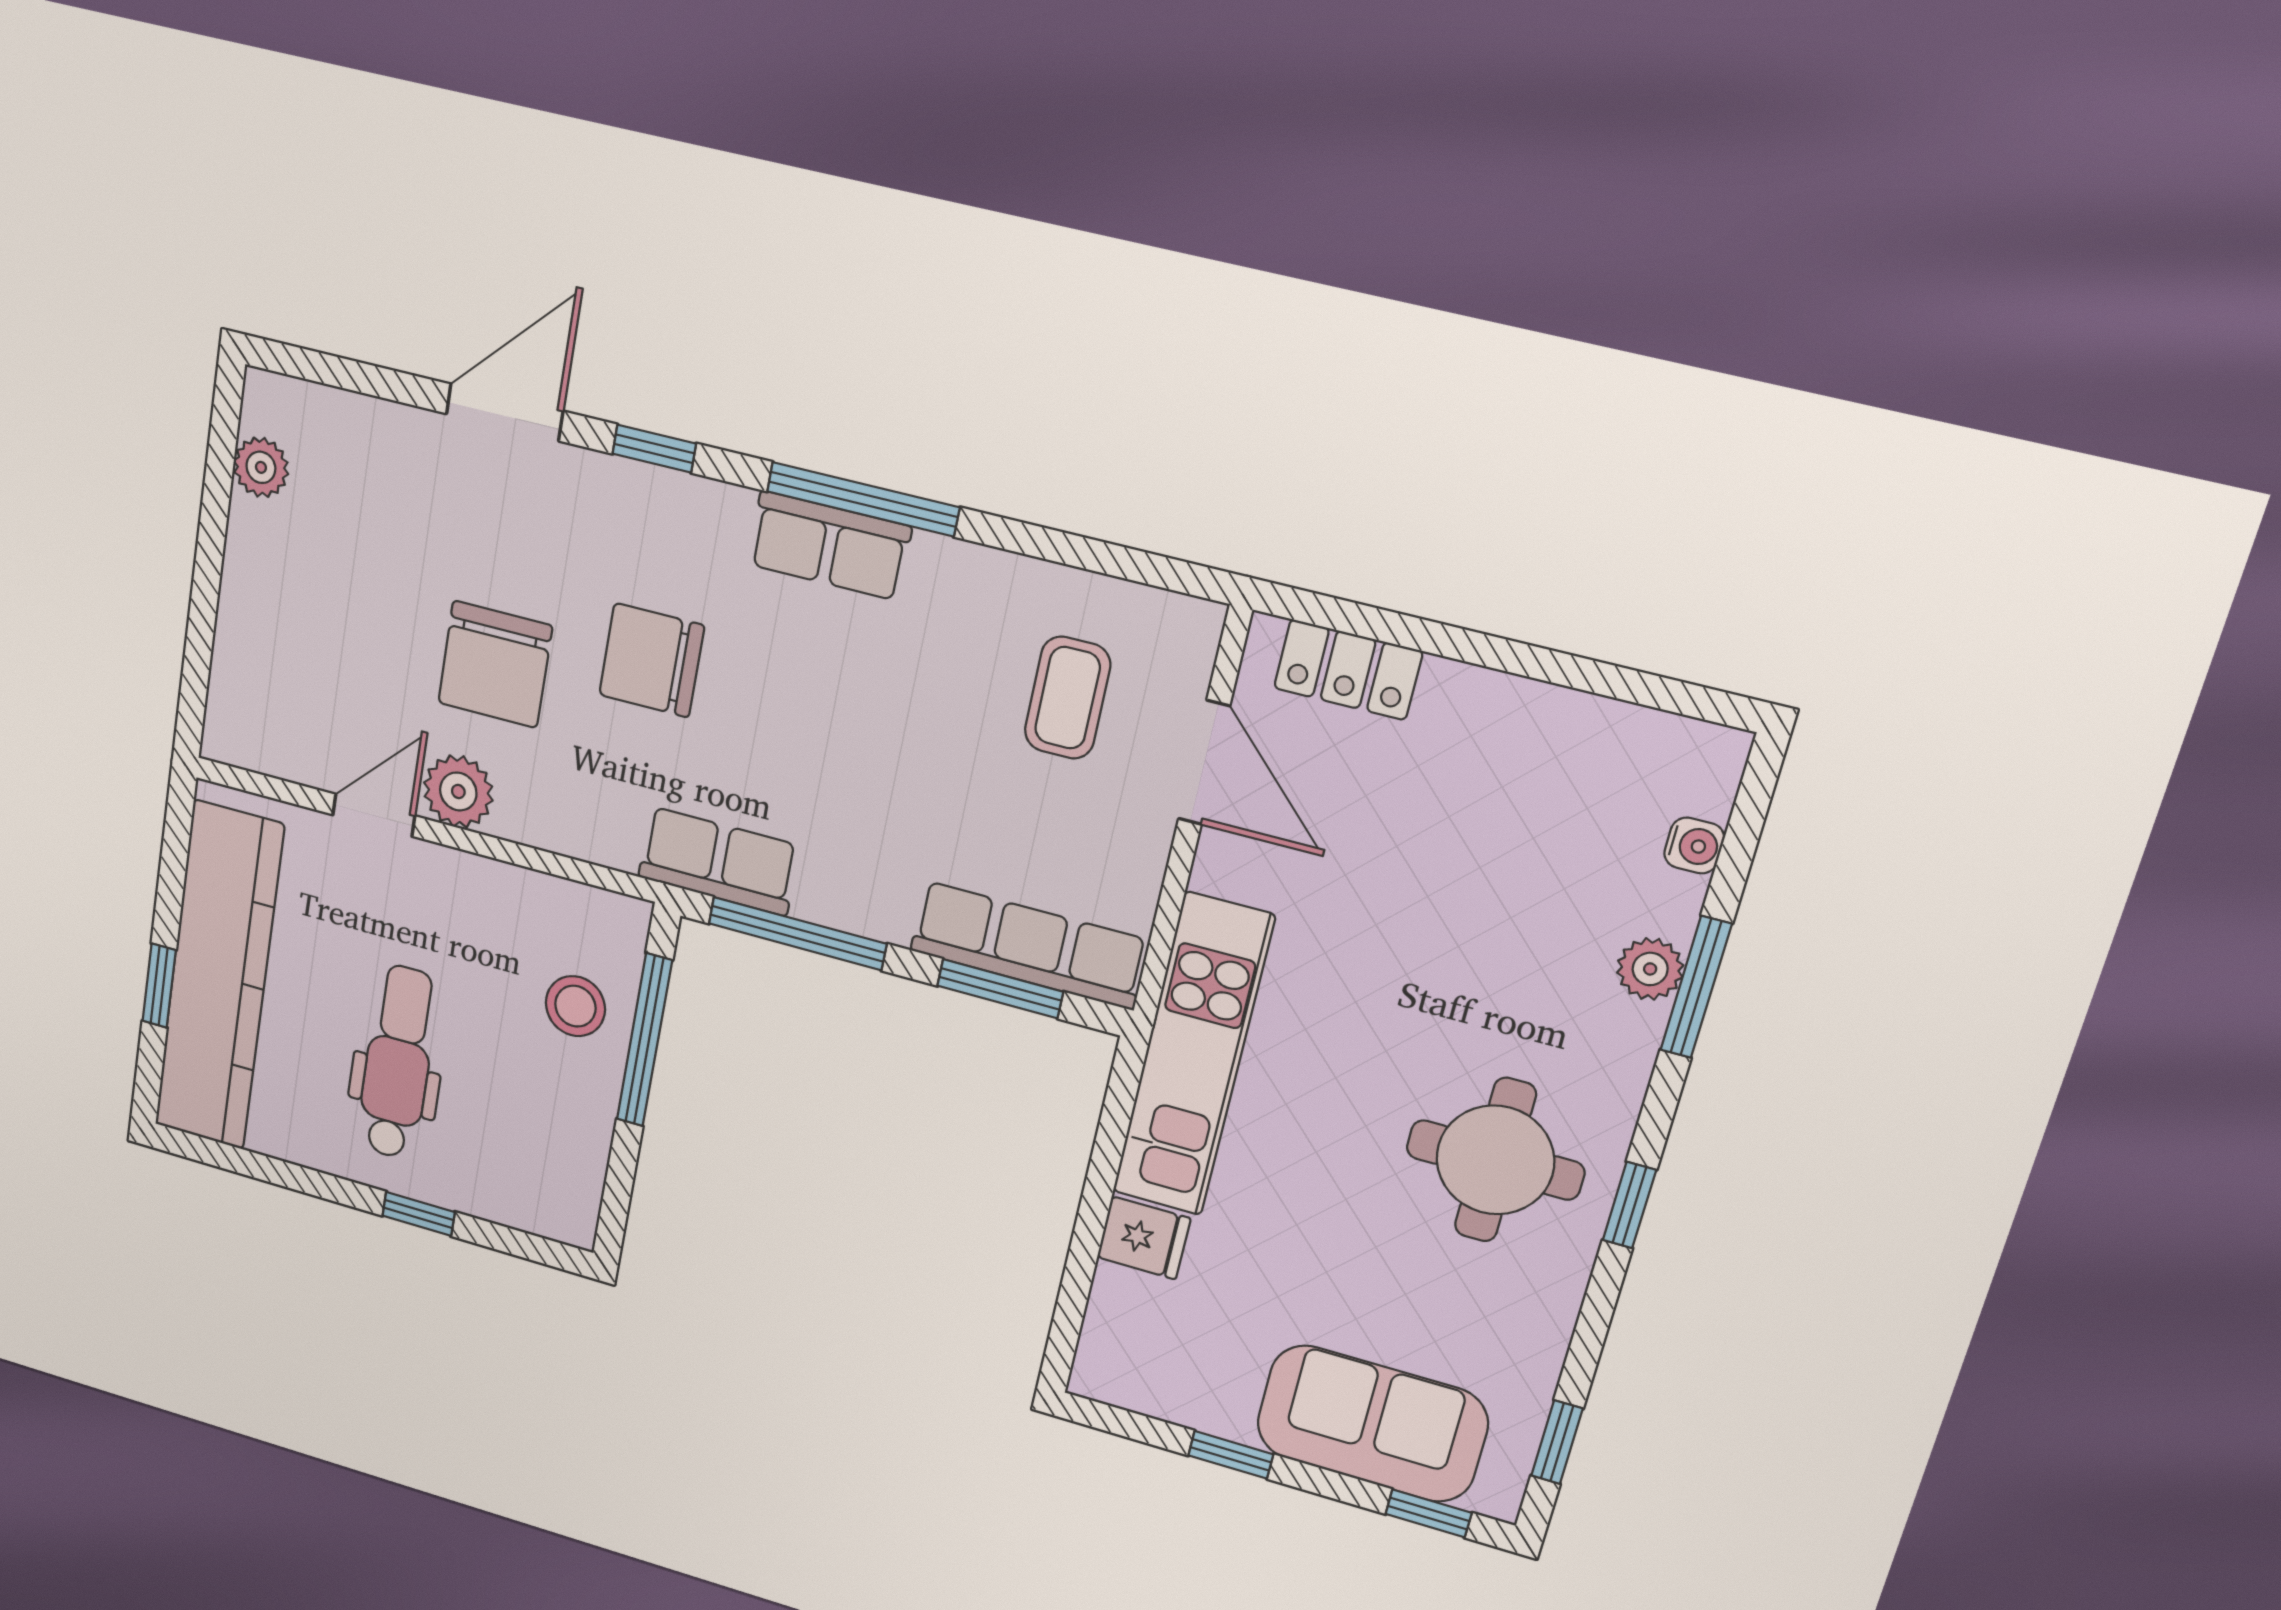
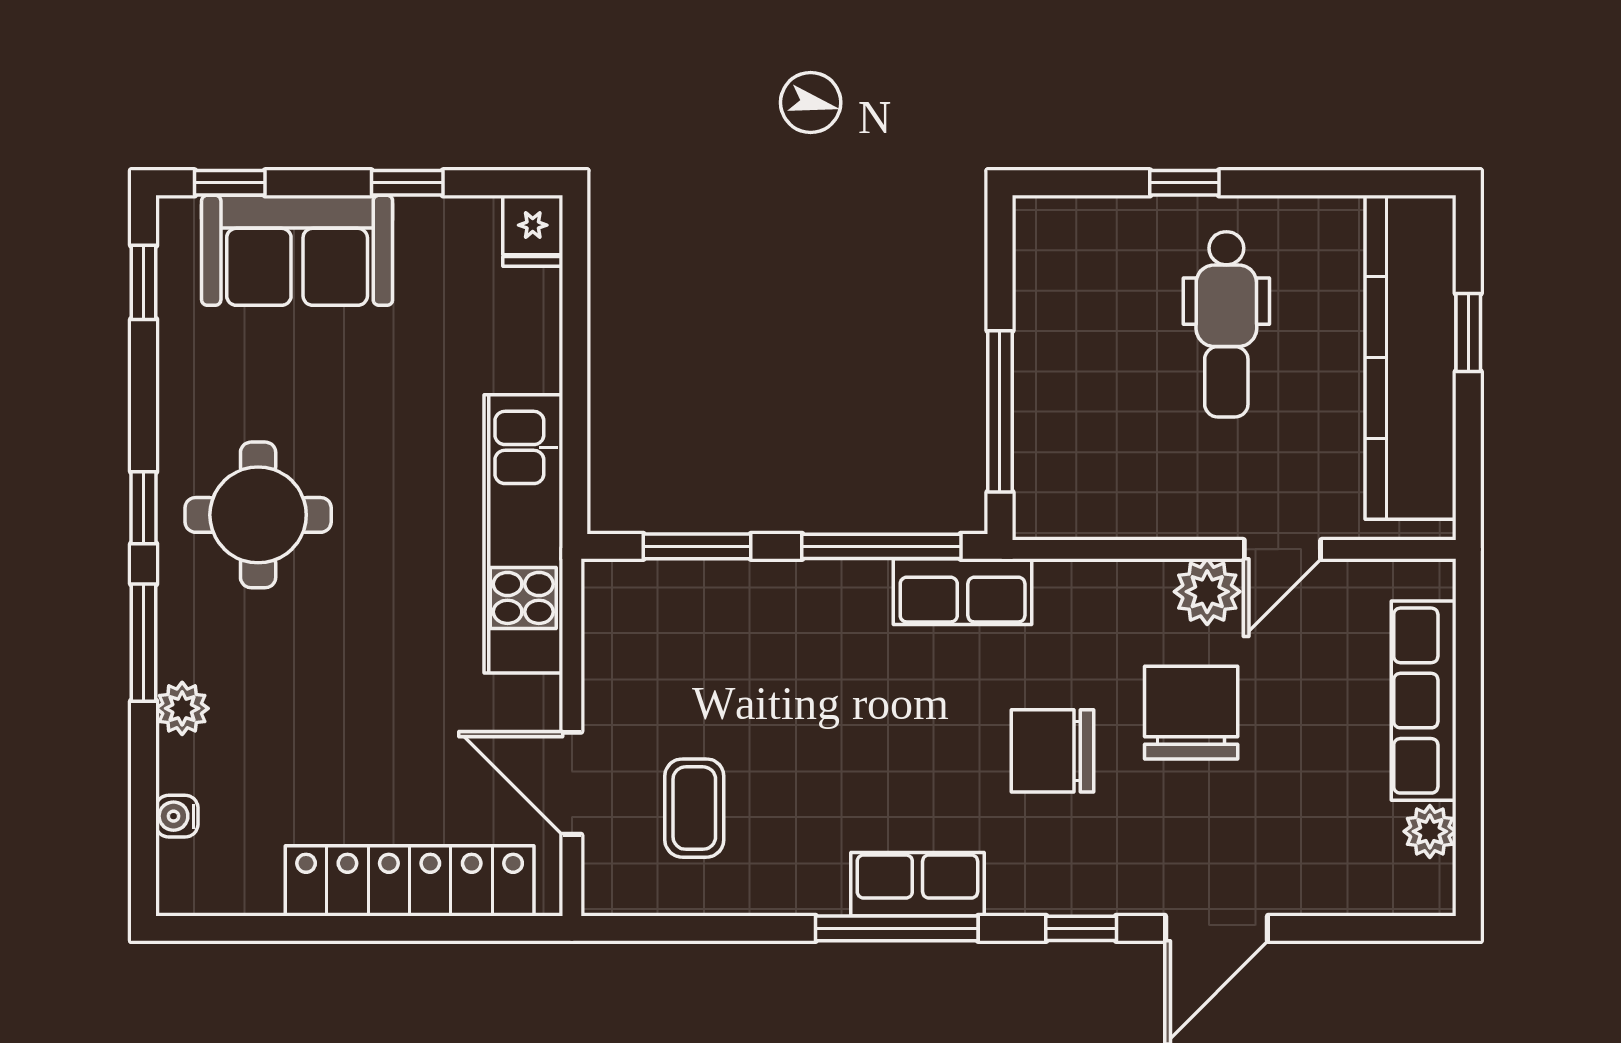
chair: (652, 660) -> (1052, 751), turned 180
locker: (1348, 670) -> (410, 881), width x2.16, depth x1.21
row of seats: (1029, 945) -> (1424, 701), moved, turned 90
window: (1696, 987) -> (144, 643), moved
stool: (575, 1006) -> (1068, 425), removed
fridge: (1144, 1238) -> (533, 231), moved, turned -90

